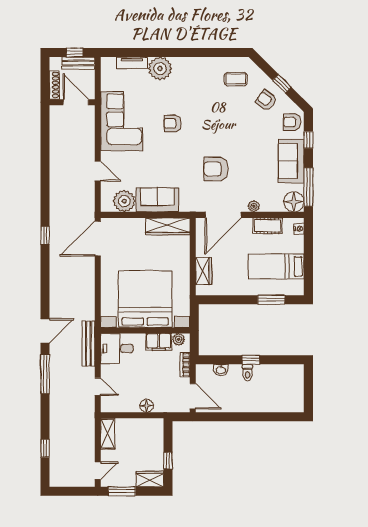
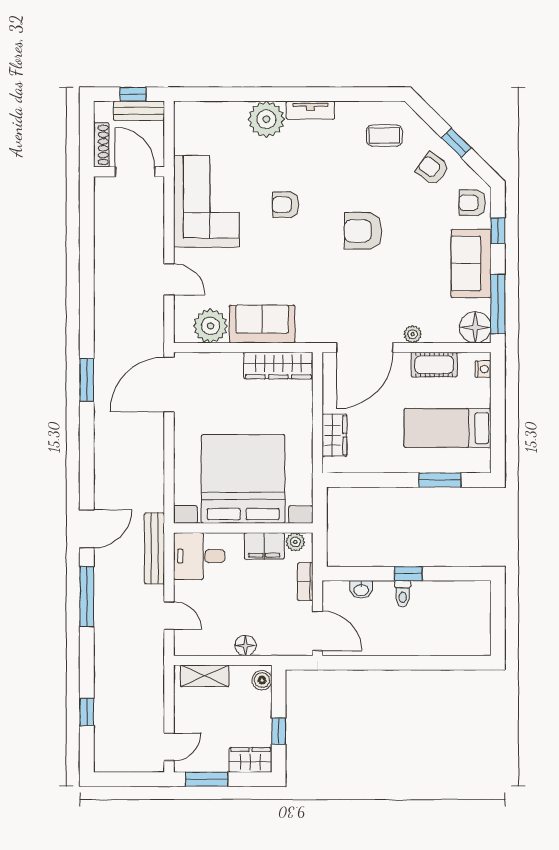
tv unit: (132, 63) -> (310, 110), moved
armchair: (216, 169) -> (363, 231), moved
window: (45, 235) -> (87, 380), width x1.50
boiler: (157, 428) -> (262, 680), added
shelving: (108, 434) -> (205, 676), moved, turned 90

